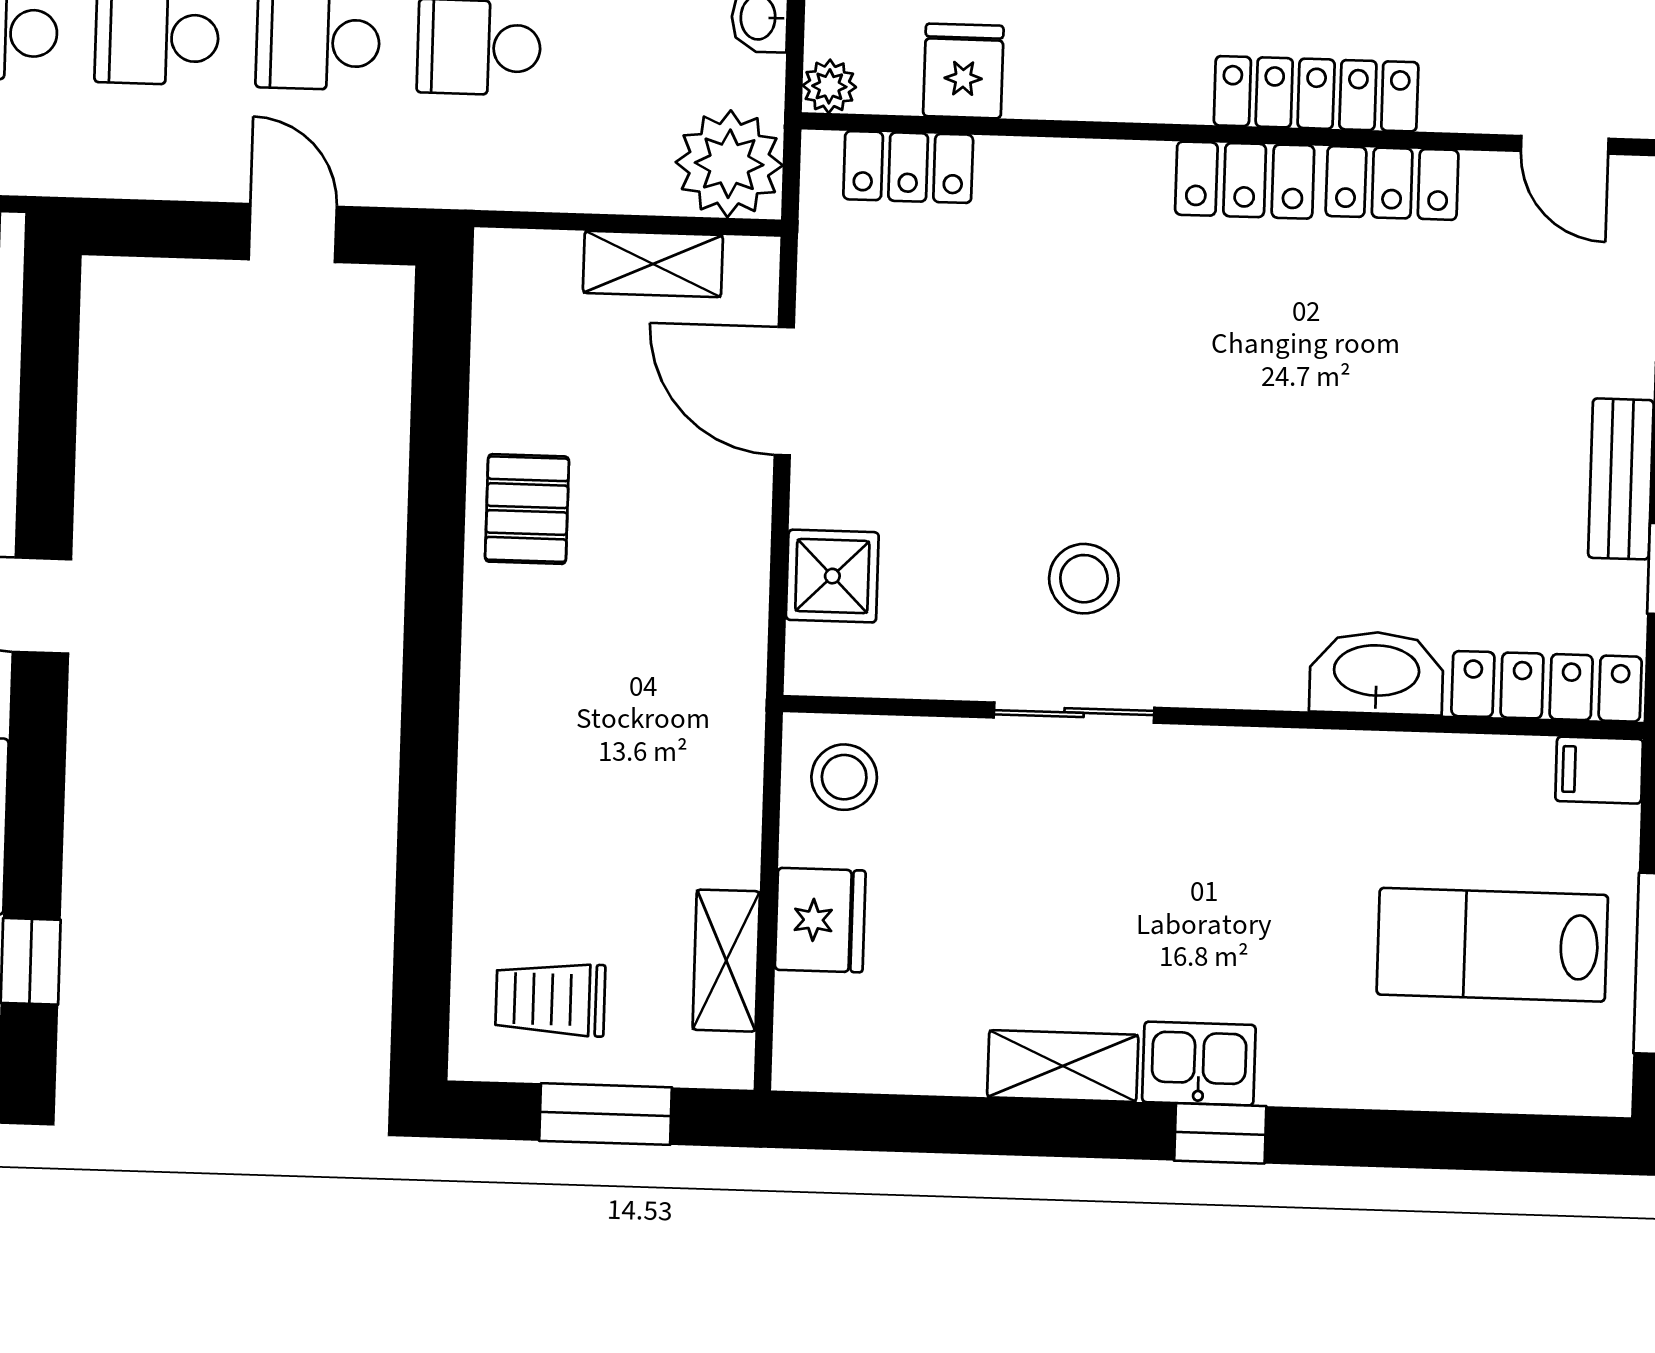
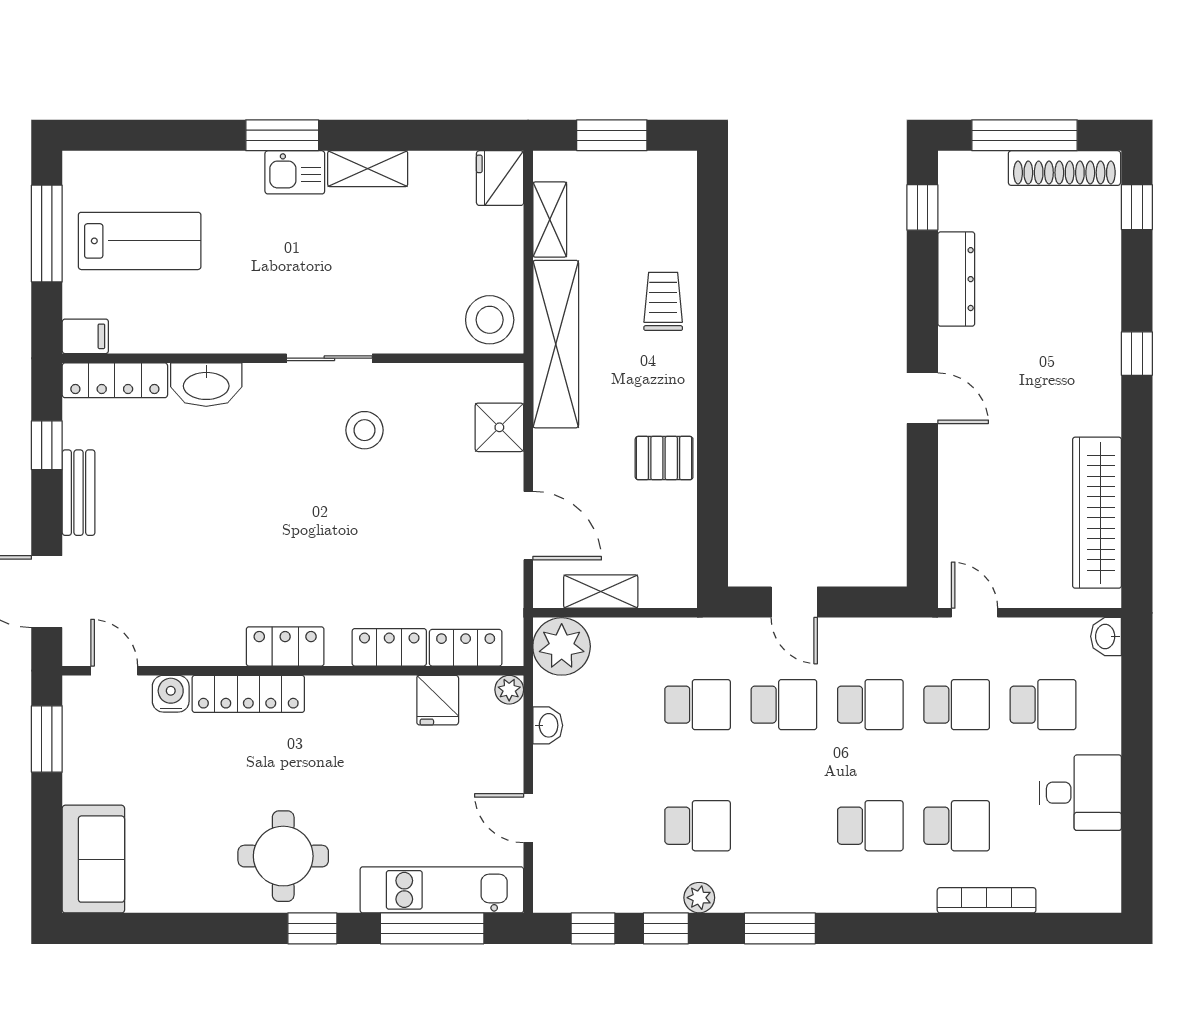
water cooler: (1461, 99) -> (171, 694), added
locker: (1392, 183) -> (389, 647), moved
pallet: (527, 509) -> (664, 458), turned 90
sliding door: (1074, 713) -> (329, 358), moved
shelving: (722, 728) -> (556, 344), added
stool: (844, 777) -> (490, 320), width x1.38, depth x1.38
fridge: (820, 920) -> (500, 178), moved
trolley: (550, 999) -> (663, 301), moved, turned -90
window: (1220, 1133) -> (282, 135), width x1.50

